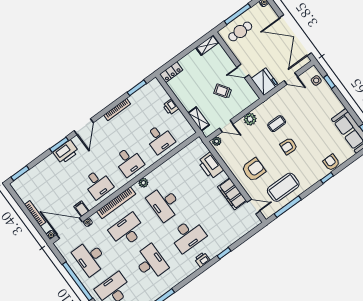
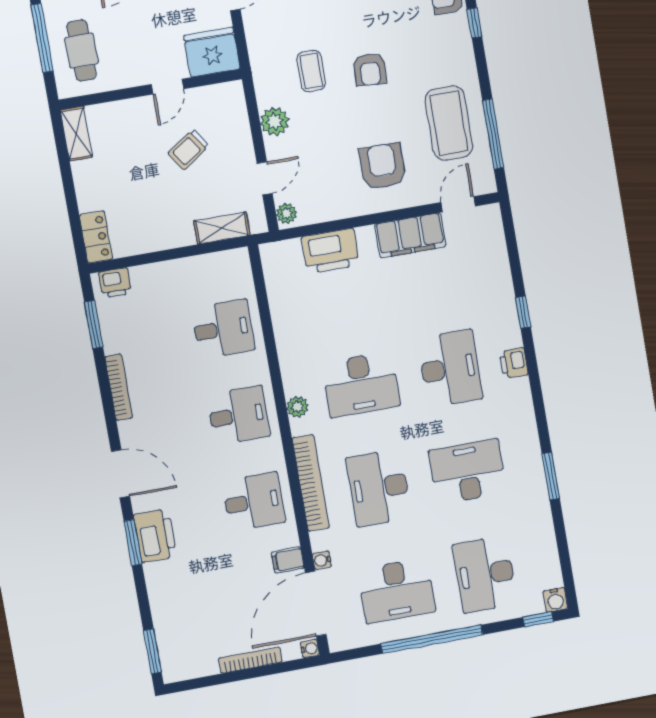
printer: (171, 107) -> (115, 283), moved

